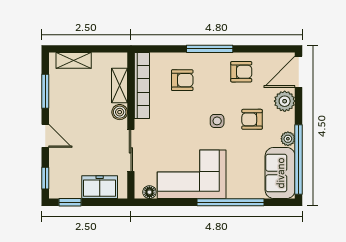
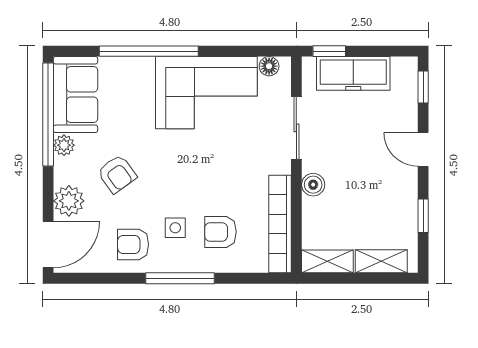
shelving: (120, 86) -> (327, 261), moved, turned 90
window: (45, 91) -> (423, 216), width x0.67
armchair: (252, 119) -> (117, 174), turned 54
side table: (217, 121) -> (175, 228), moved
freezer: (100, 187) -> (353, 73), width x1.40
window: (70, 202) -> (329, 51), moved

